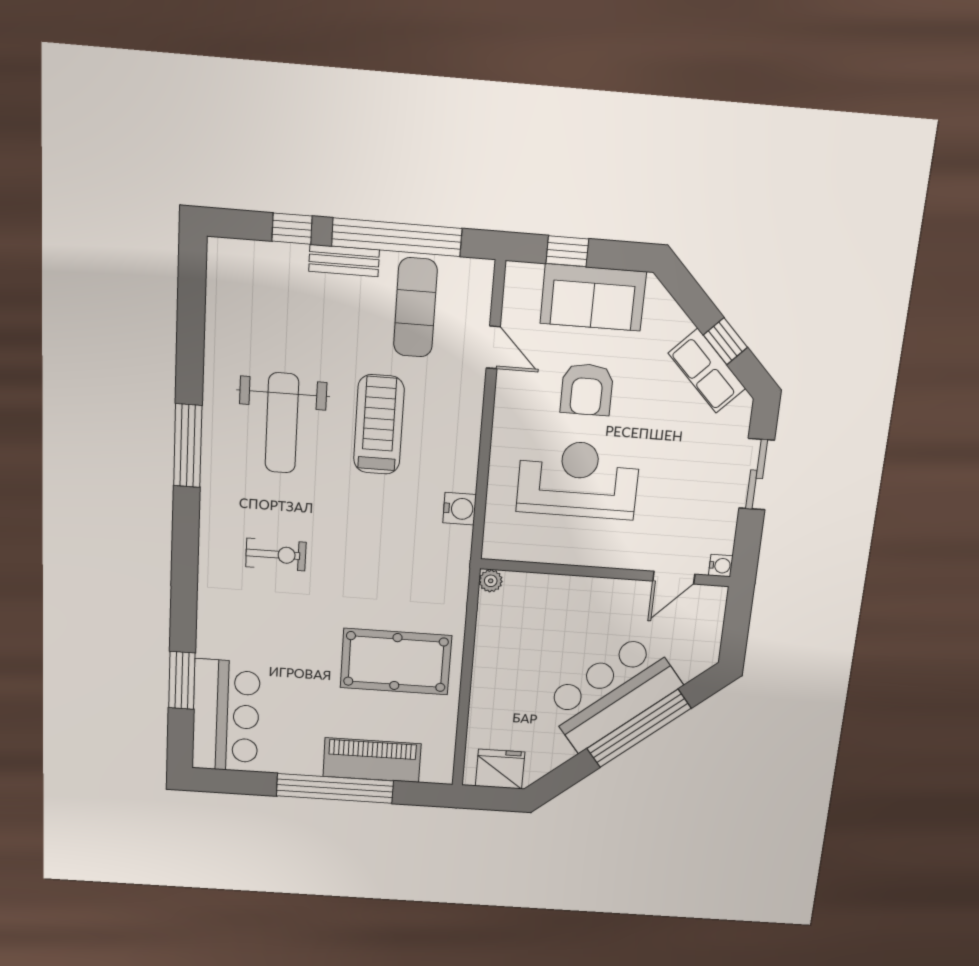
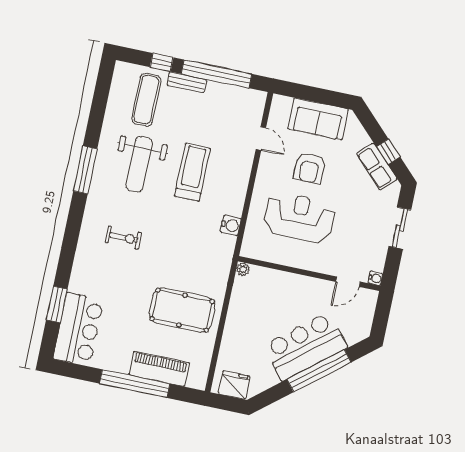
window: (567, 251) -> (307, 93), removed
exercise mat: (415, 308) -> (146, 100), moved

